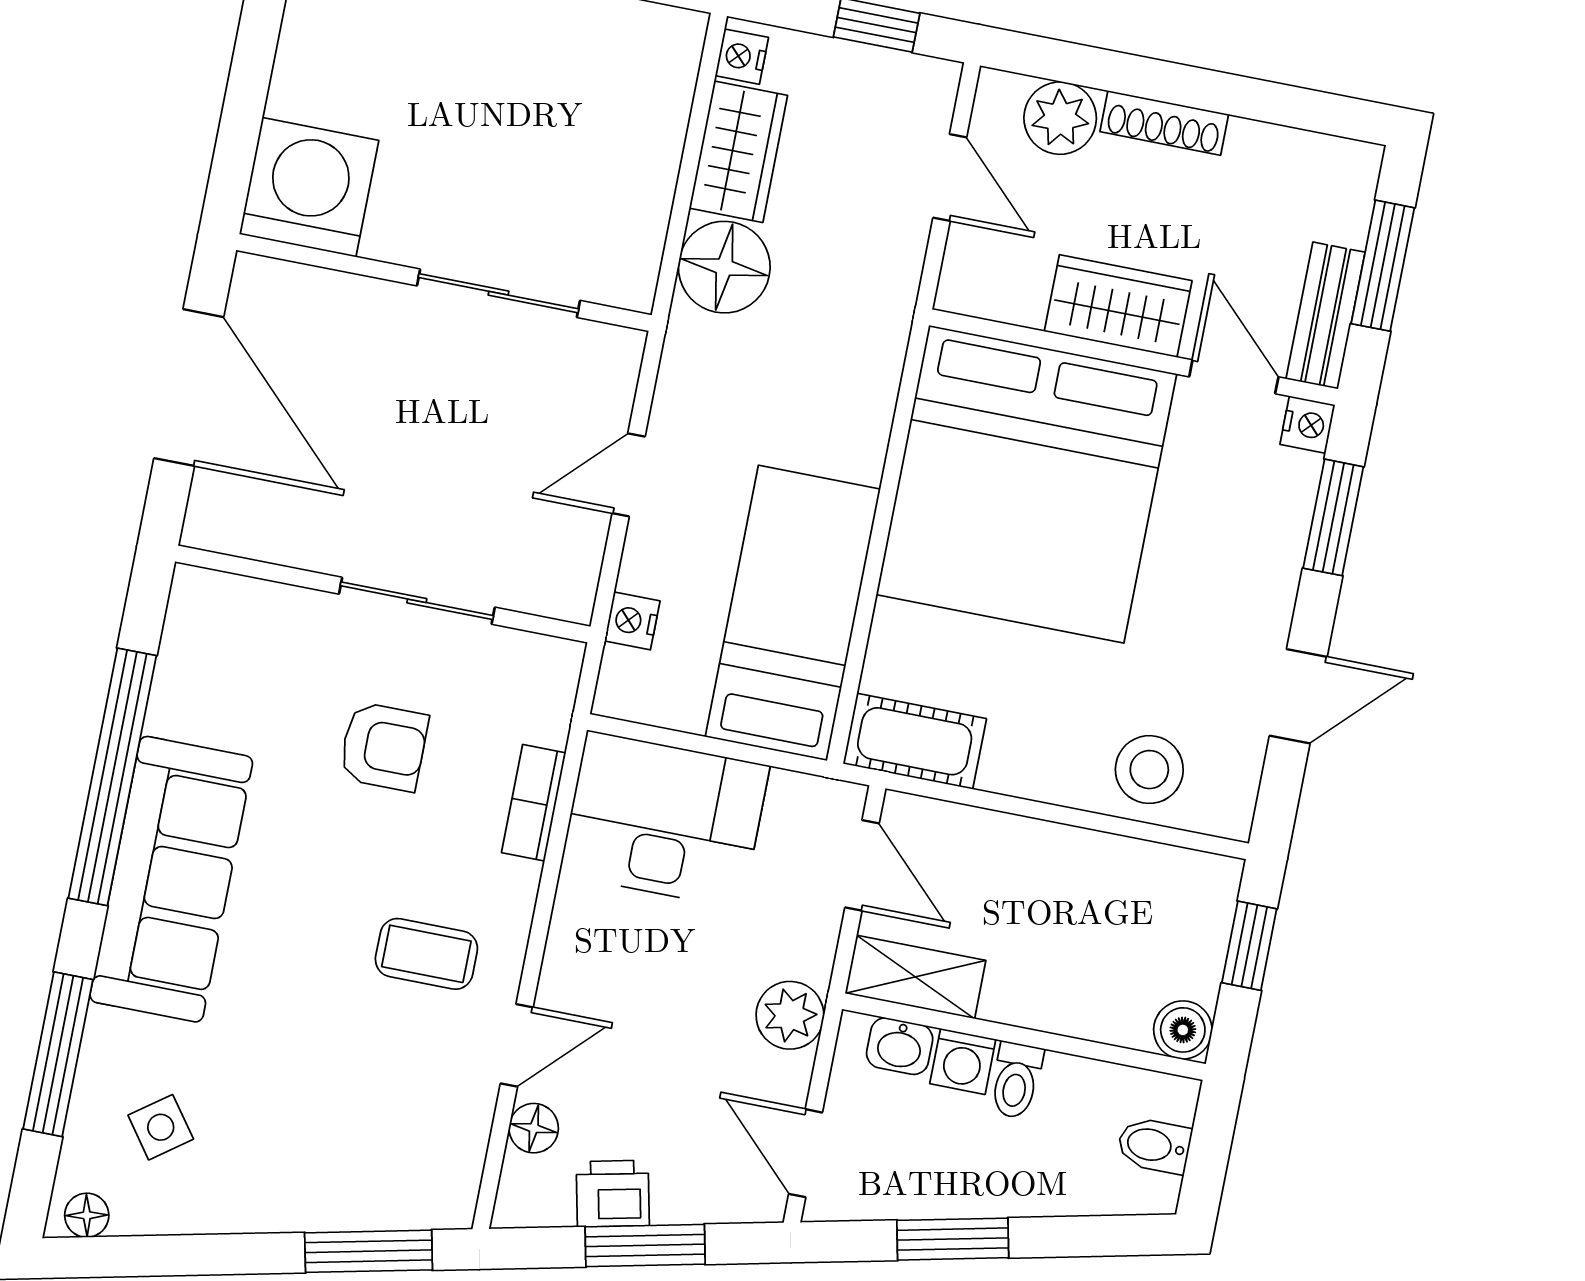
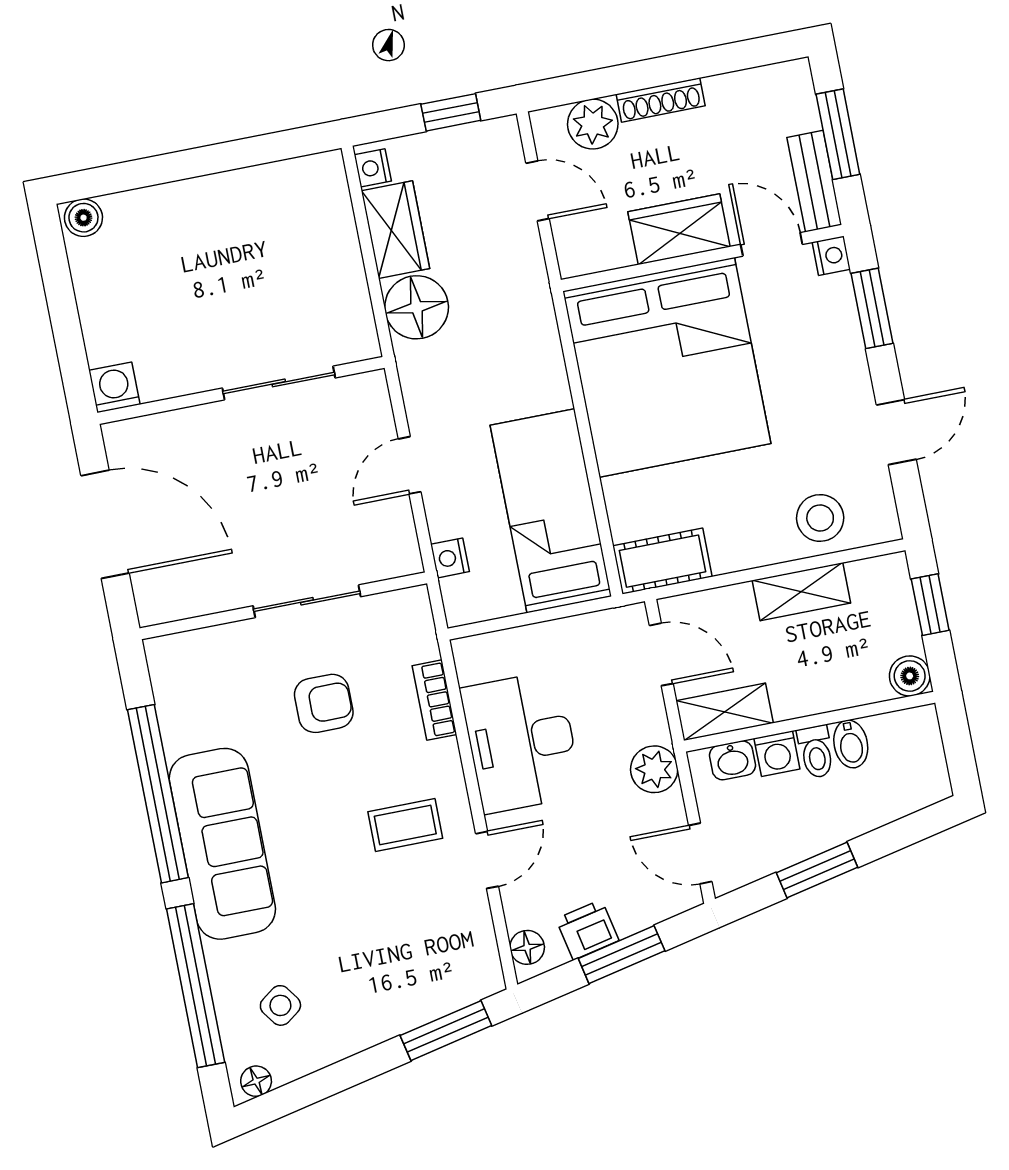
washing machine: (309, 187) -> (114, 387), width x0.53, depth x0.53
desk: (664, 820) -> (521, 742), moved, turned -90
shelving: (1084, 858) -> (801, 592), added
window: (58, 1054) -> (196, 986), width x1.46
floor lamp: (534, 1128) -> (527, 947), moved
bidet: (1154, 1146) -> (851, 744), moved, turned -90

